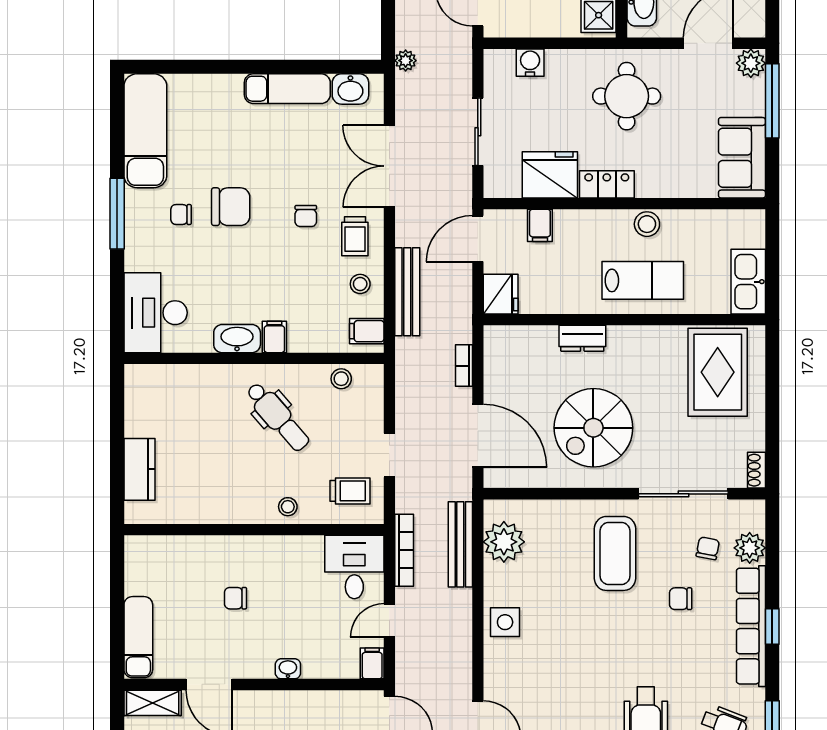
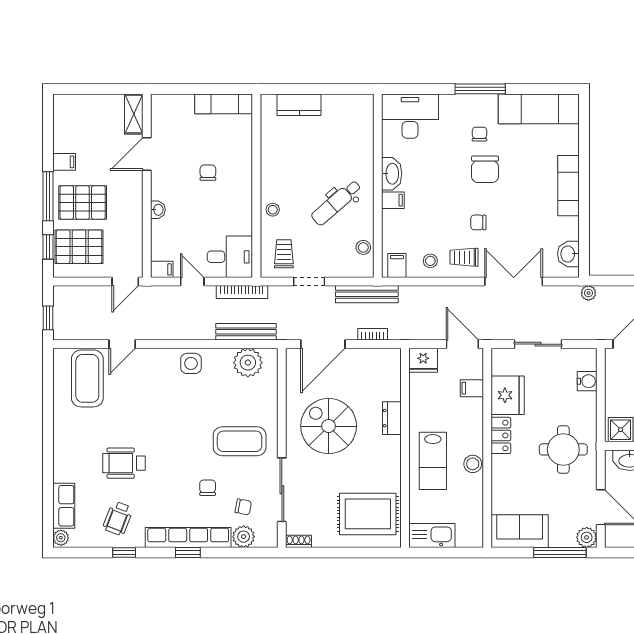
exam couch: (287, 89) -> (569, 186), moved
bench: (407, 292) -> (367, 294), moved
trolley: (350, 491) -> (284, 254), turned 180
exam couch: (138, 637) -> (224, 104), moved

